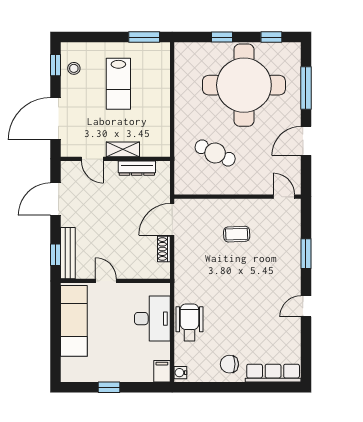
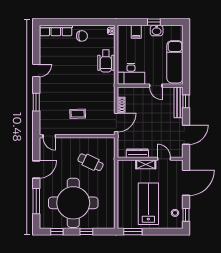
lab bench: (118, 84) -> (148, 204), width x1.36, depth x1.39
desk: (152, 319) -> (131, 74), moved, turned -90
filing cabinet: (162, 371) -> (136, 32), moved
washbasin: (105, 373) -> (157, 31), added

